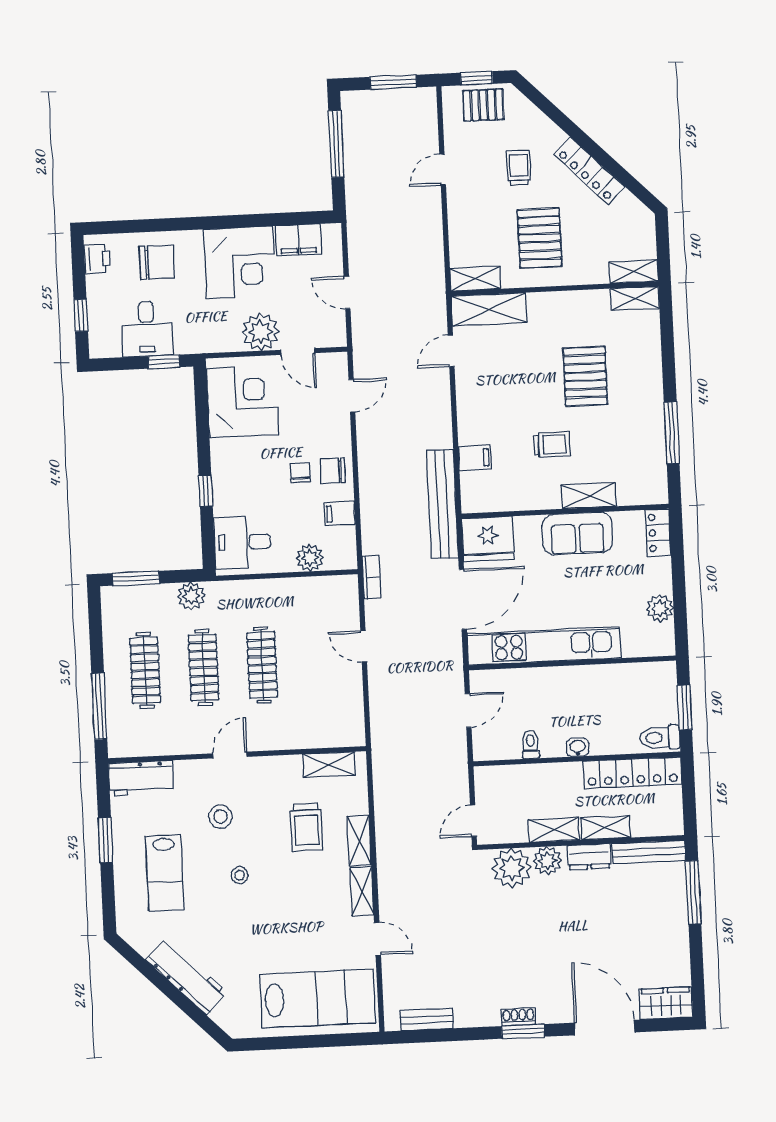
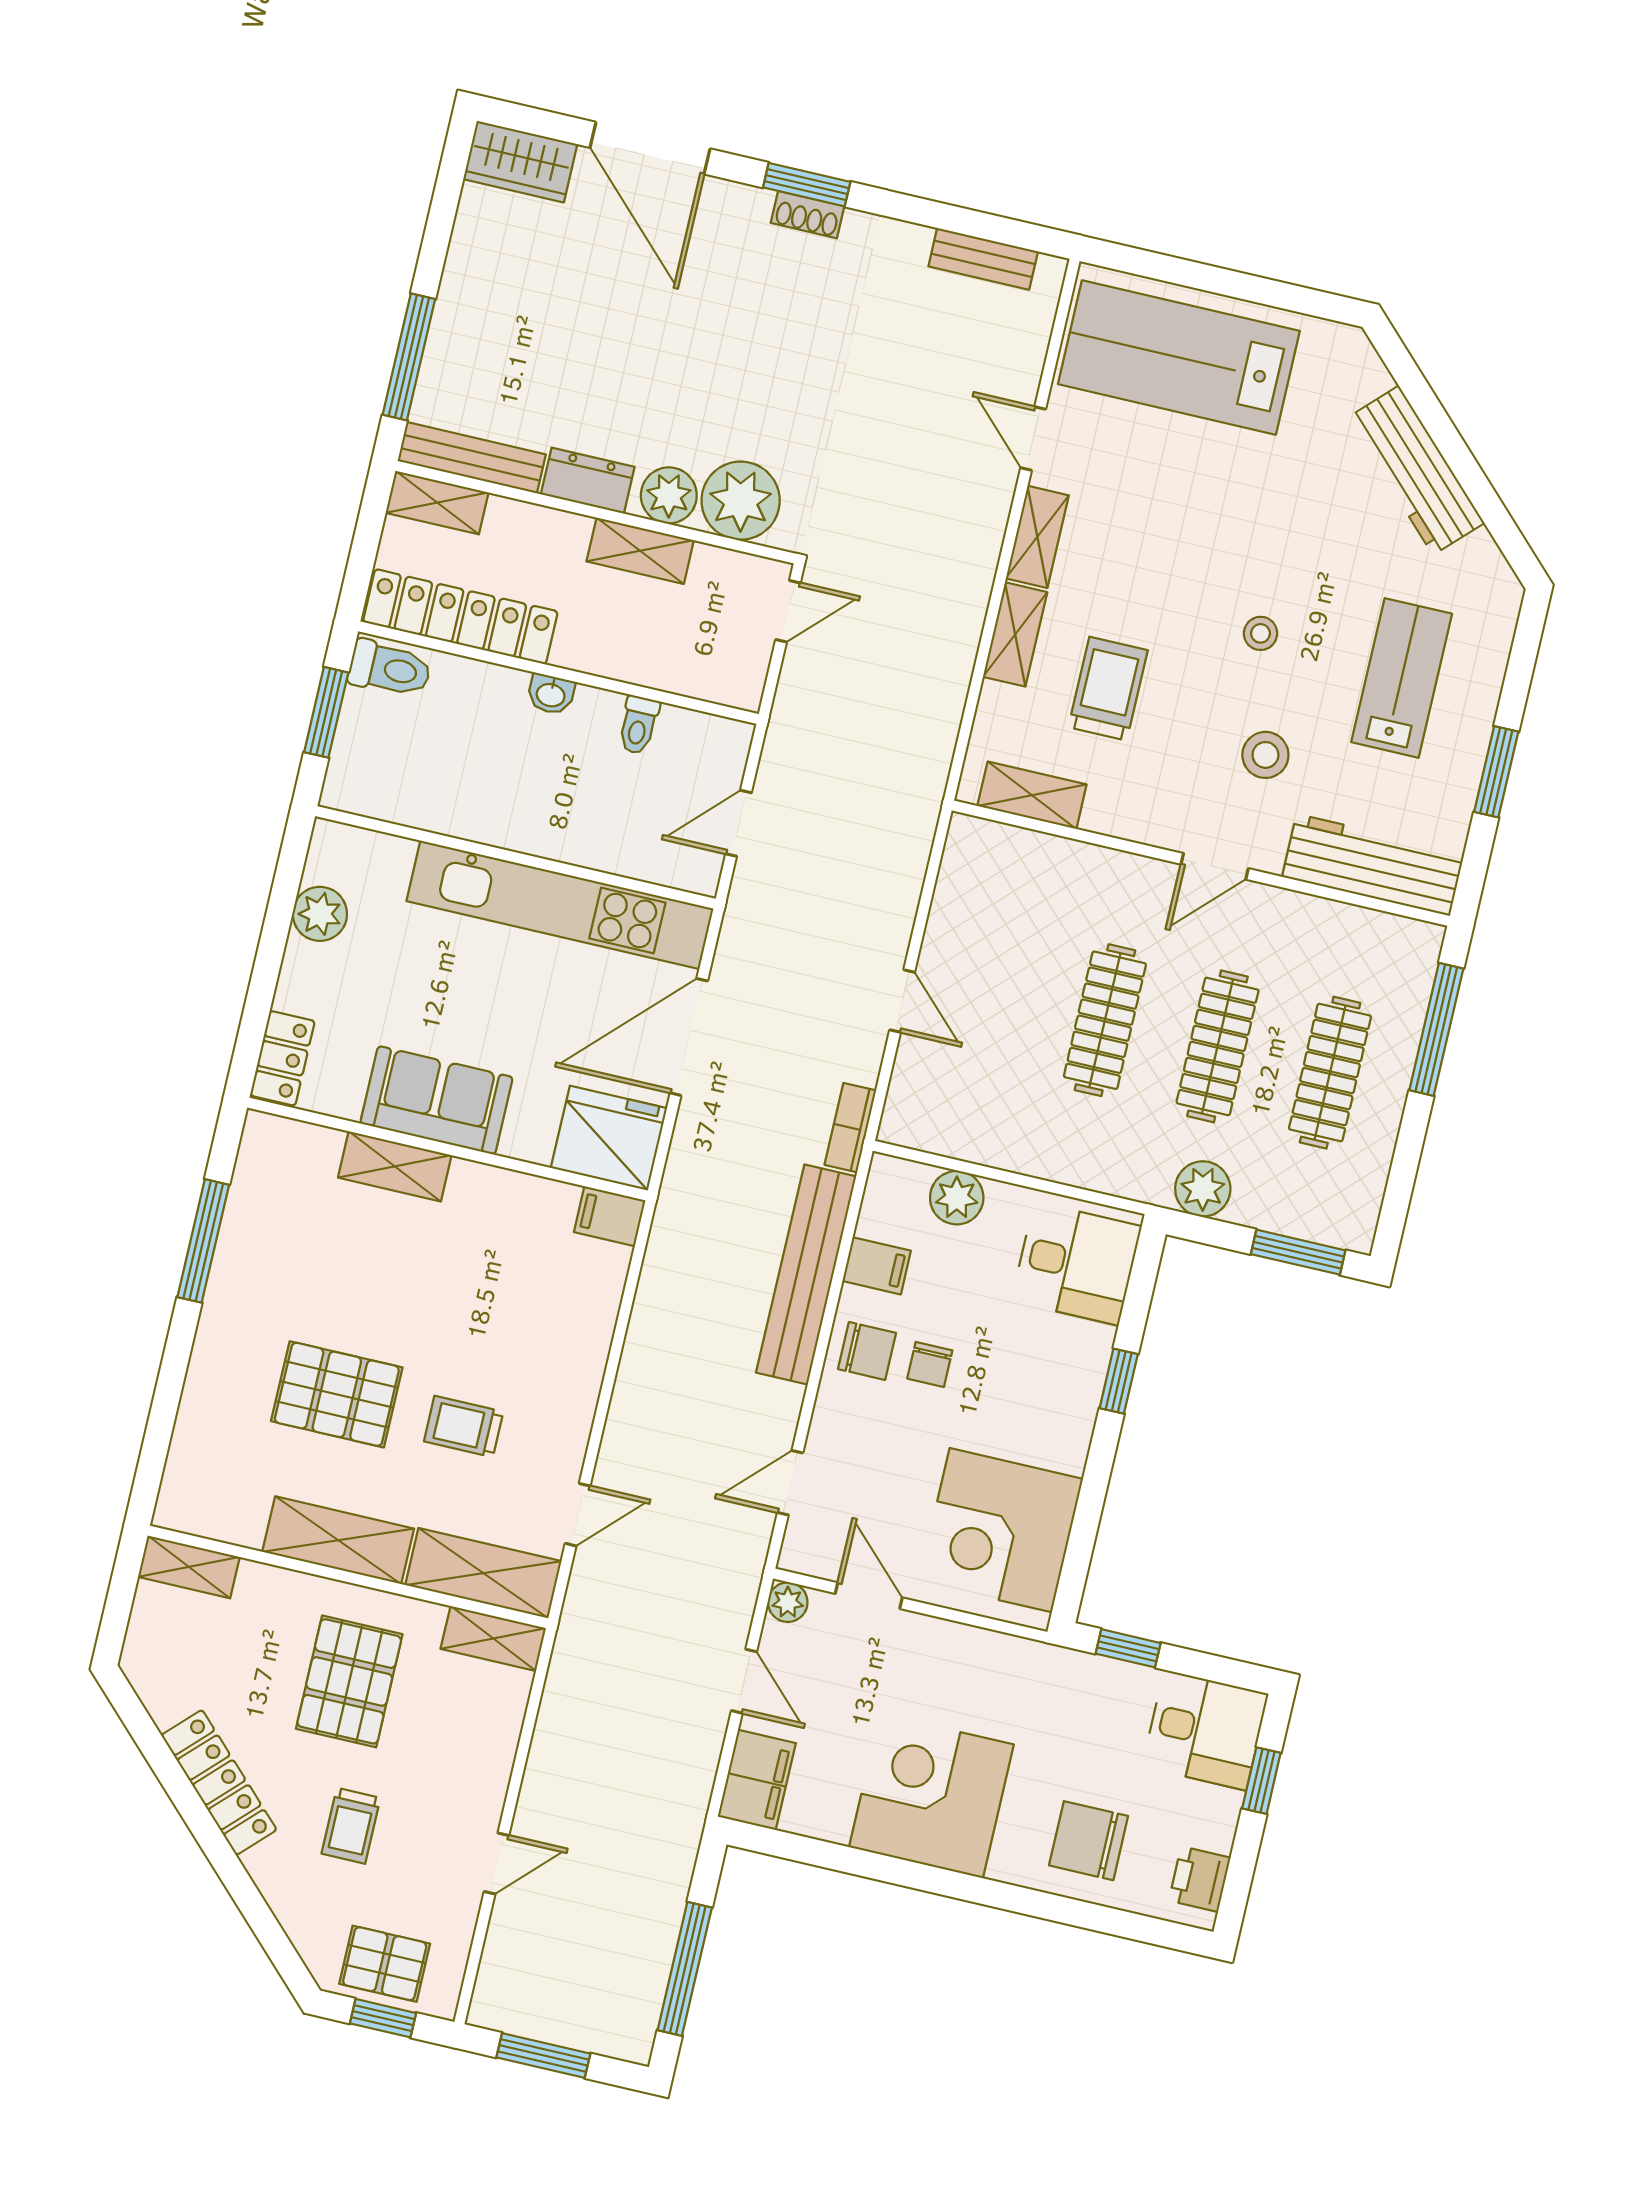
filing cabinet: (298, 240) -> (757, 1780), moved, turned 90
shelving: (635, 298) -> (338, 1540), moved, width x1.50, depth x1.33
desk: (147, 329) -> (1205, 1730), moved, turned 90
plant: (261, 332) -> (788, 1602), moved, width x0.53, depth x0.53
pallet: (585, 376) -> (337, 1394), turned 90
trolley: (552, 444) -> (464, 1427), moved
filing cabinet: (475, 458) -> (610, 1216), moved
bench: (442, 504) -> (806, 1275), moved
workbench: (141, 778) -> (1373, 865), width x1.37
shelving: (605, 828) -> (437, 503), moved

